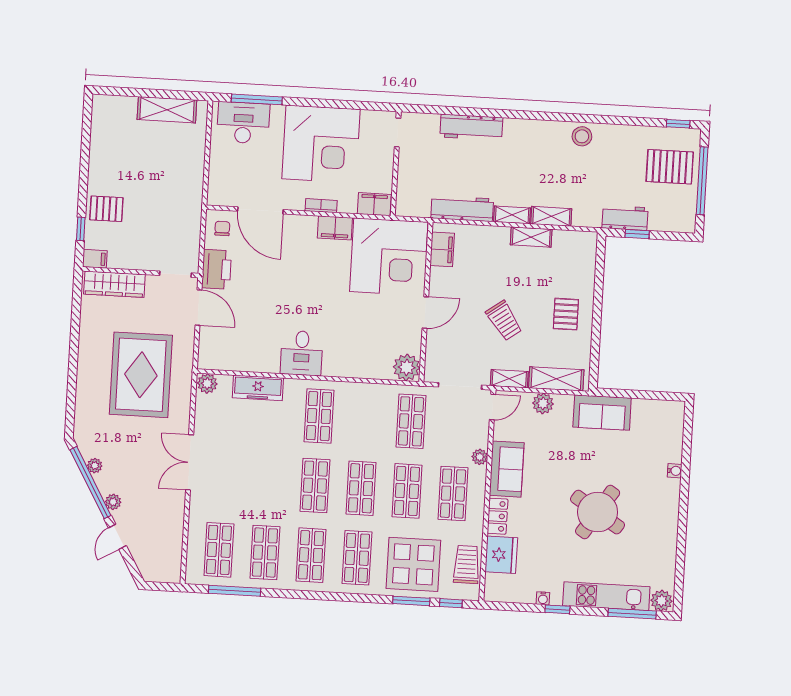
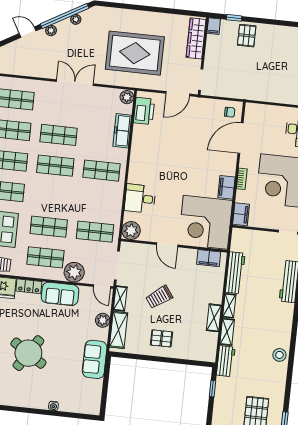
workbench: (625, 218) -> (226, 361), moved
printer: (216, 269) -> (144, 111), moved, turned -90
desk: (302, 353) -> (140, 199), moved
plant: (480, 457) -> (74, 272), width x1.87, depth x1.87
shop shelf: (361, 488) -> (59, 135), moved

